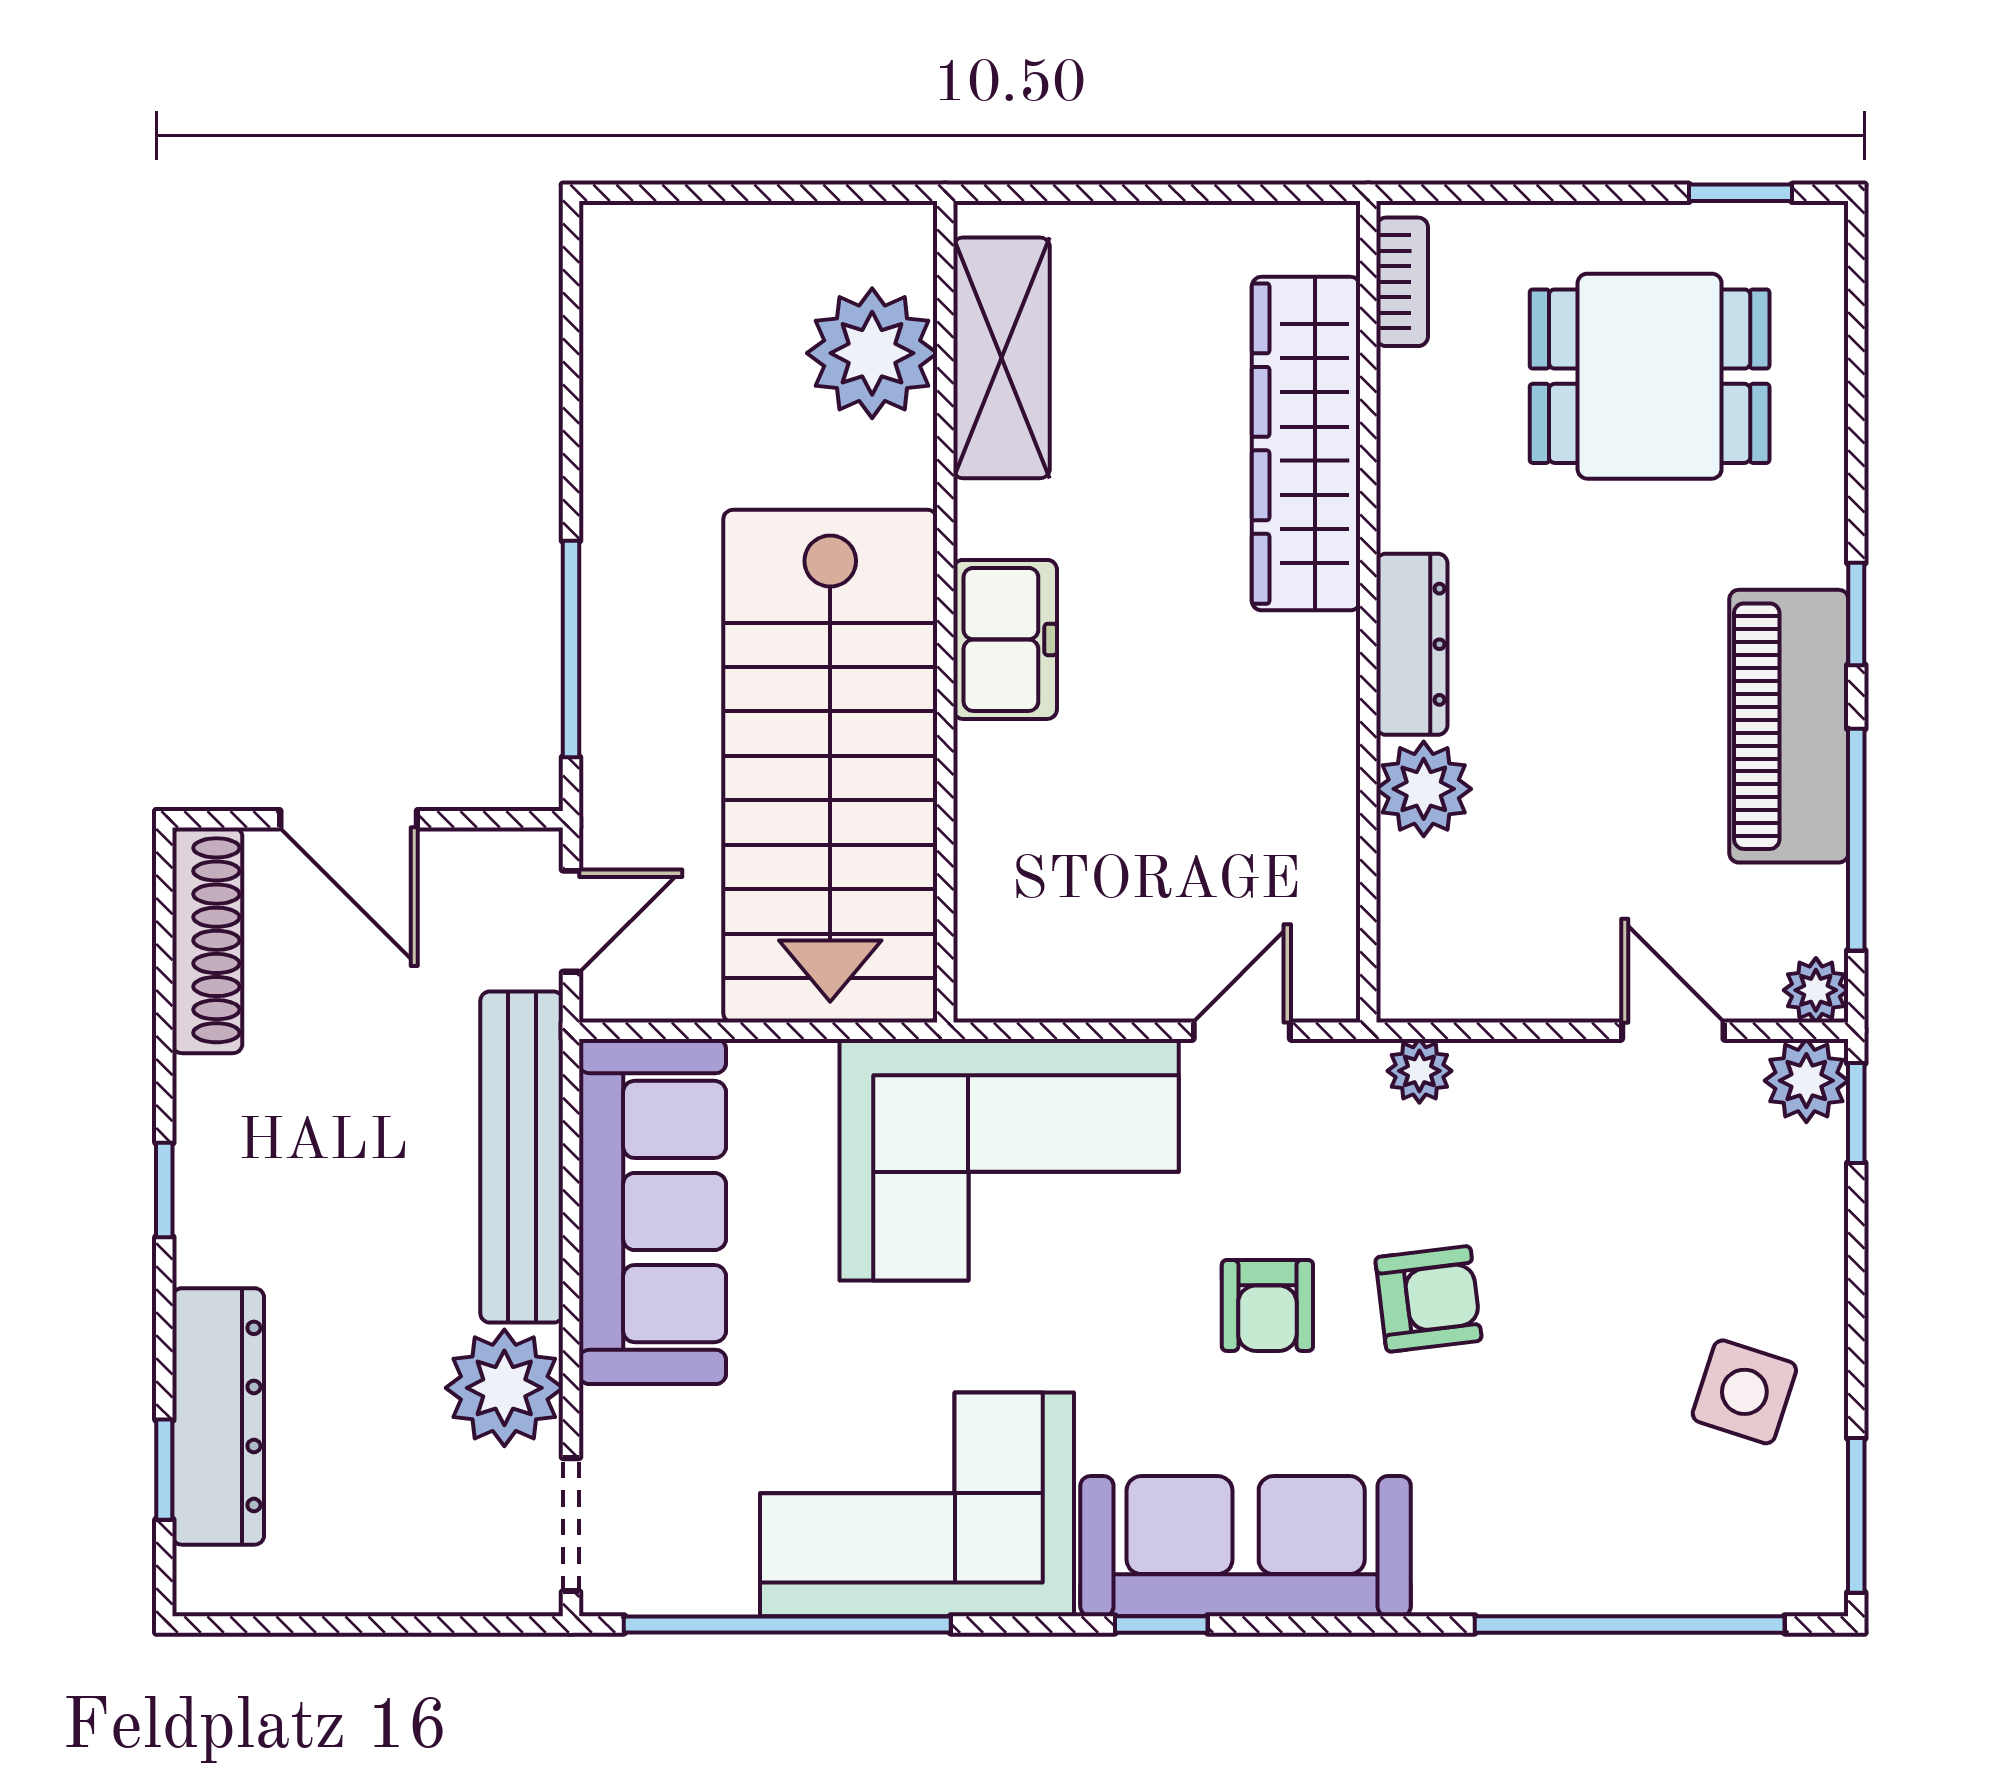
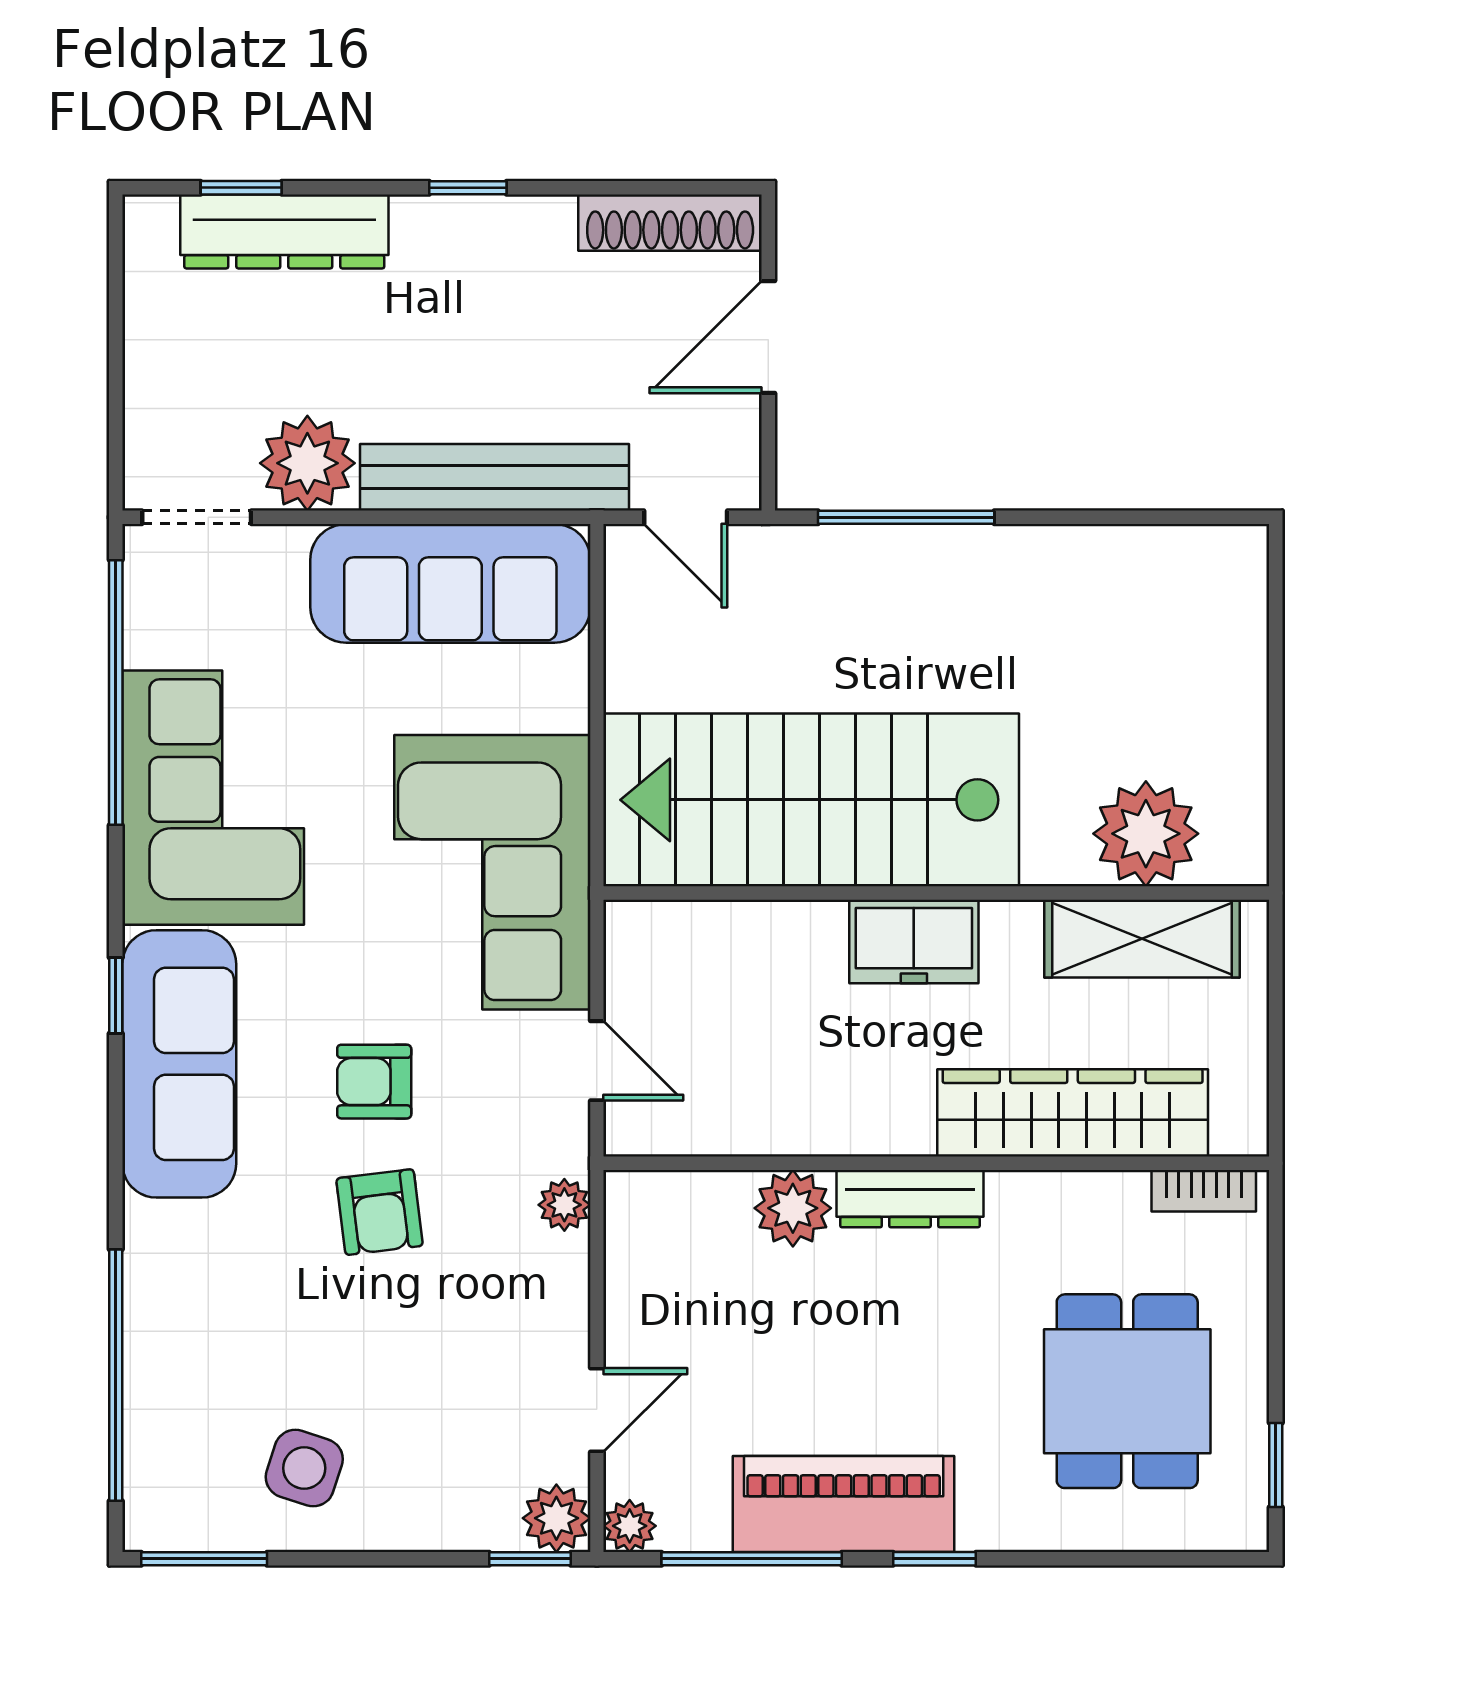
plant: (872, 353) -> (1146, 834), moved
shelving: (1001, 358) -> (1142, 939), moved
wall: (945, 612) -> (936, 893), moved
freezer: (1005, 639) -> (914, 941), moved
stairs: (830, 766) -> (811, 800), moved

